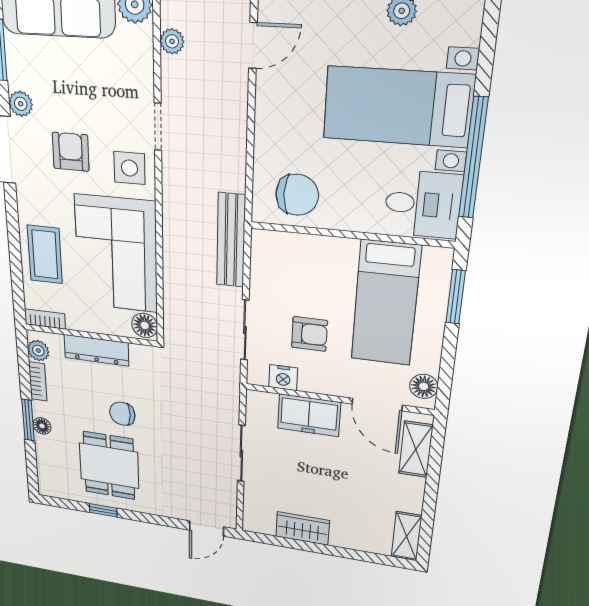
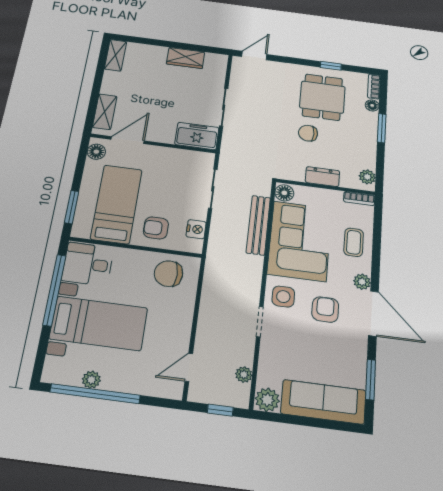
plant: (21, 104) -> (362, 282), moved
armchair: (71, 152) -> (325, 310), turned 180
bench: (231, 240) -> (258, 225), moved
coffee table: (45, 254) -> (354, 242), width x0.73, depth x0.77
armchair: (309, 334) -> (156, 228), moved
dresser: (96, 350) -> (323, 177), width x0.70
nightstand: (283, 378) -> (196, 229), moved, turned 90
bookcase: (38, 381) -> (374, 87), moved
door: (377, 405) -> (128, 140), hinge flipped
chair: (122, 414) -> (308, 133), turned 180
freezer: (309, 415) -> (197, 136), moved
floor lamp: (42, 426) -> (372, 105), moved

